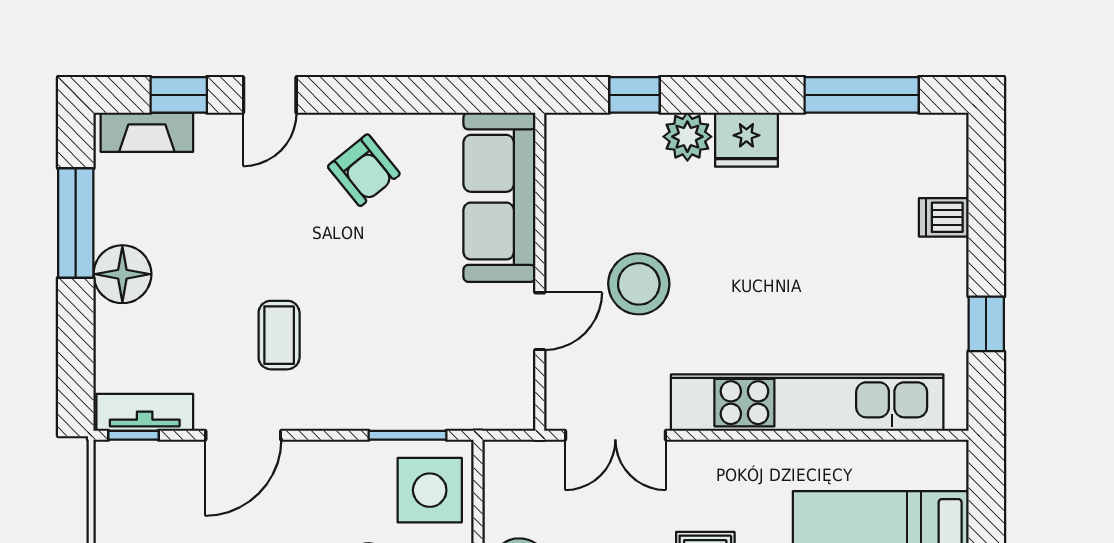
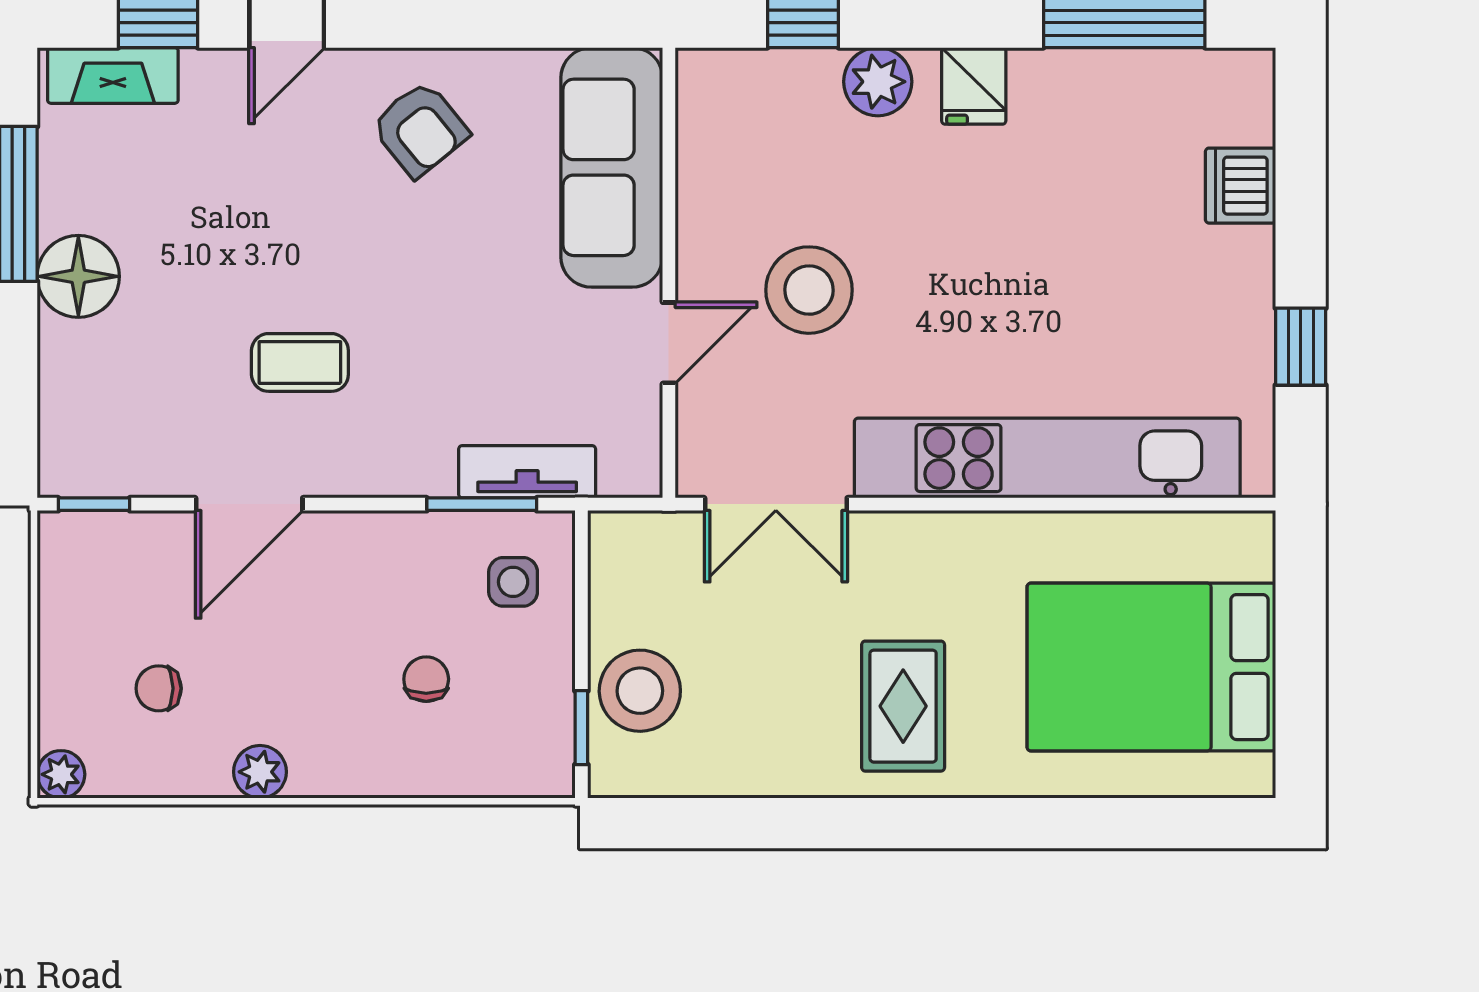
fridge: (746, 140) -> (974, 86), width x0.72
dishwasher: (944, 217) -> (1241, 186), width x1.38
coffee table: (279, 335) -> (300, 362), turned 90
tv unit: (145, 412) -> (527, 472), moved
side table: (430, 490) -> (513, 582), width x0.54, depth x0.54

